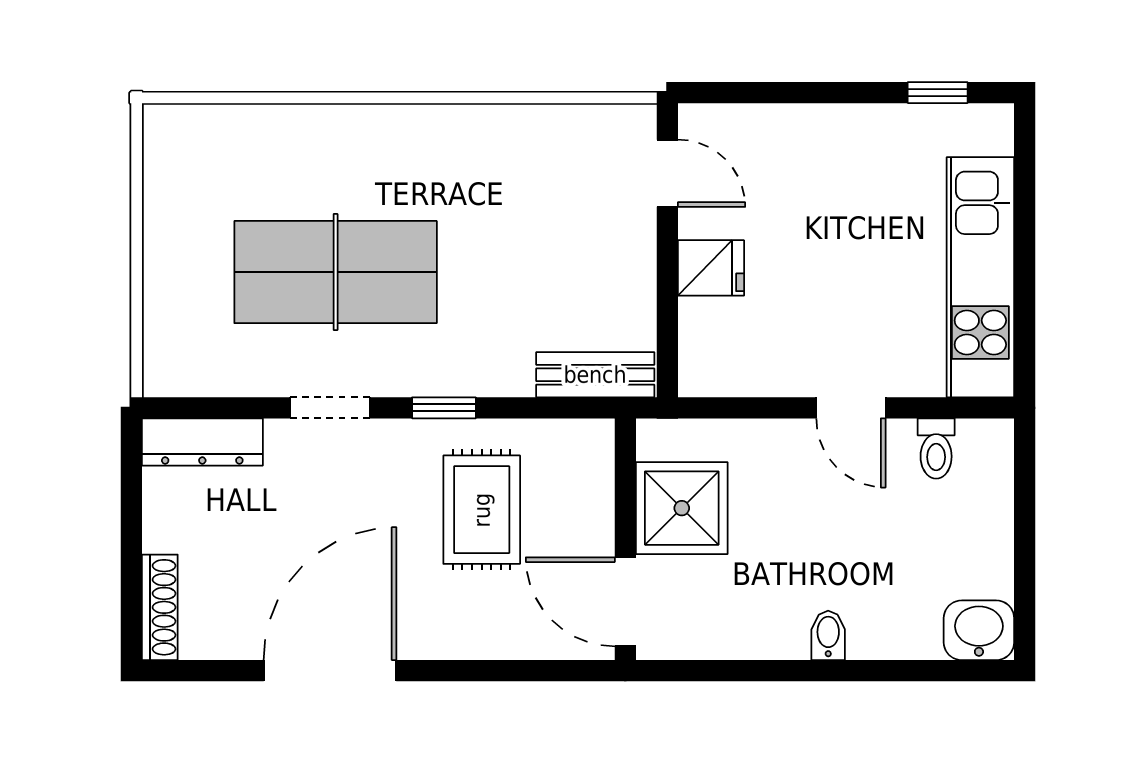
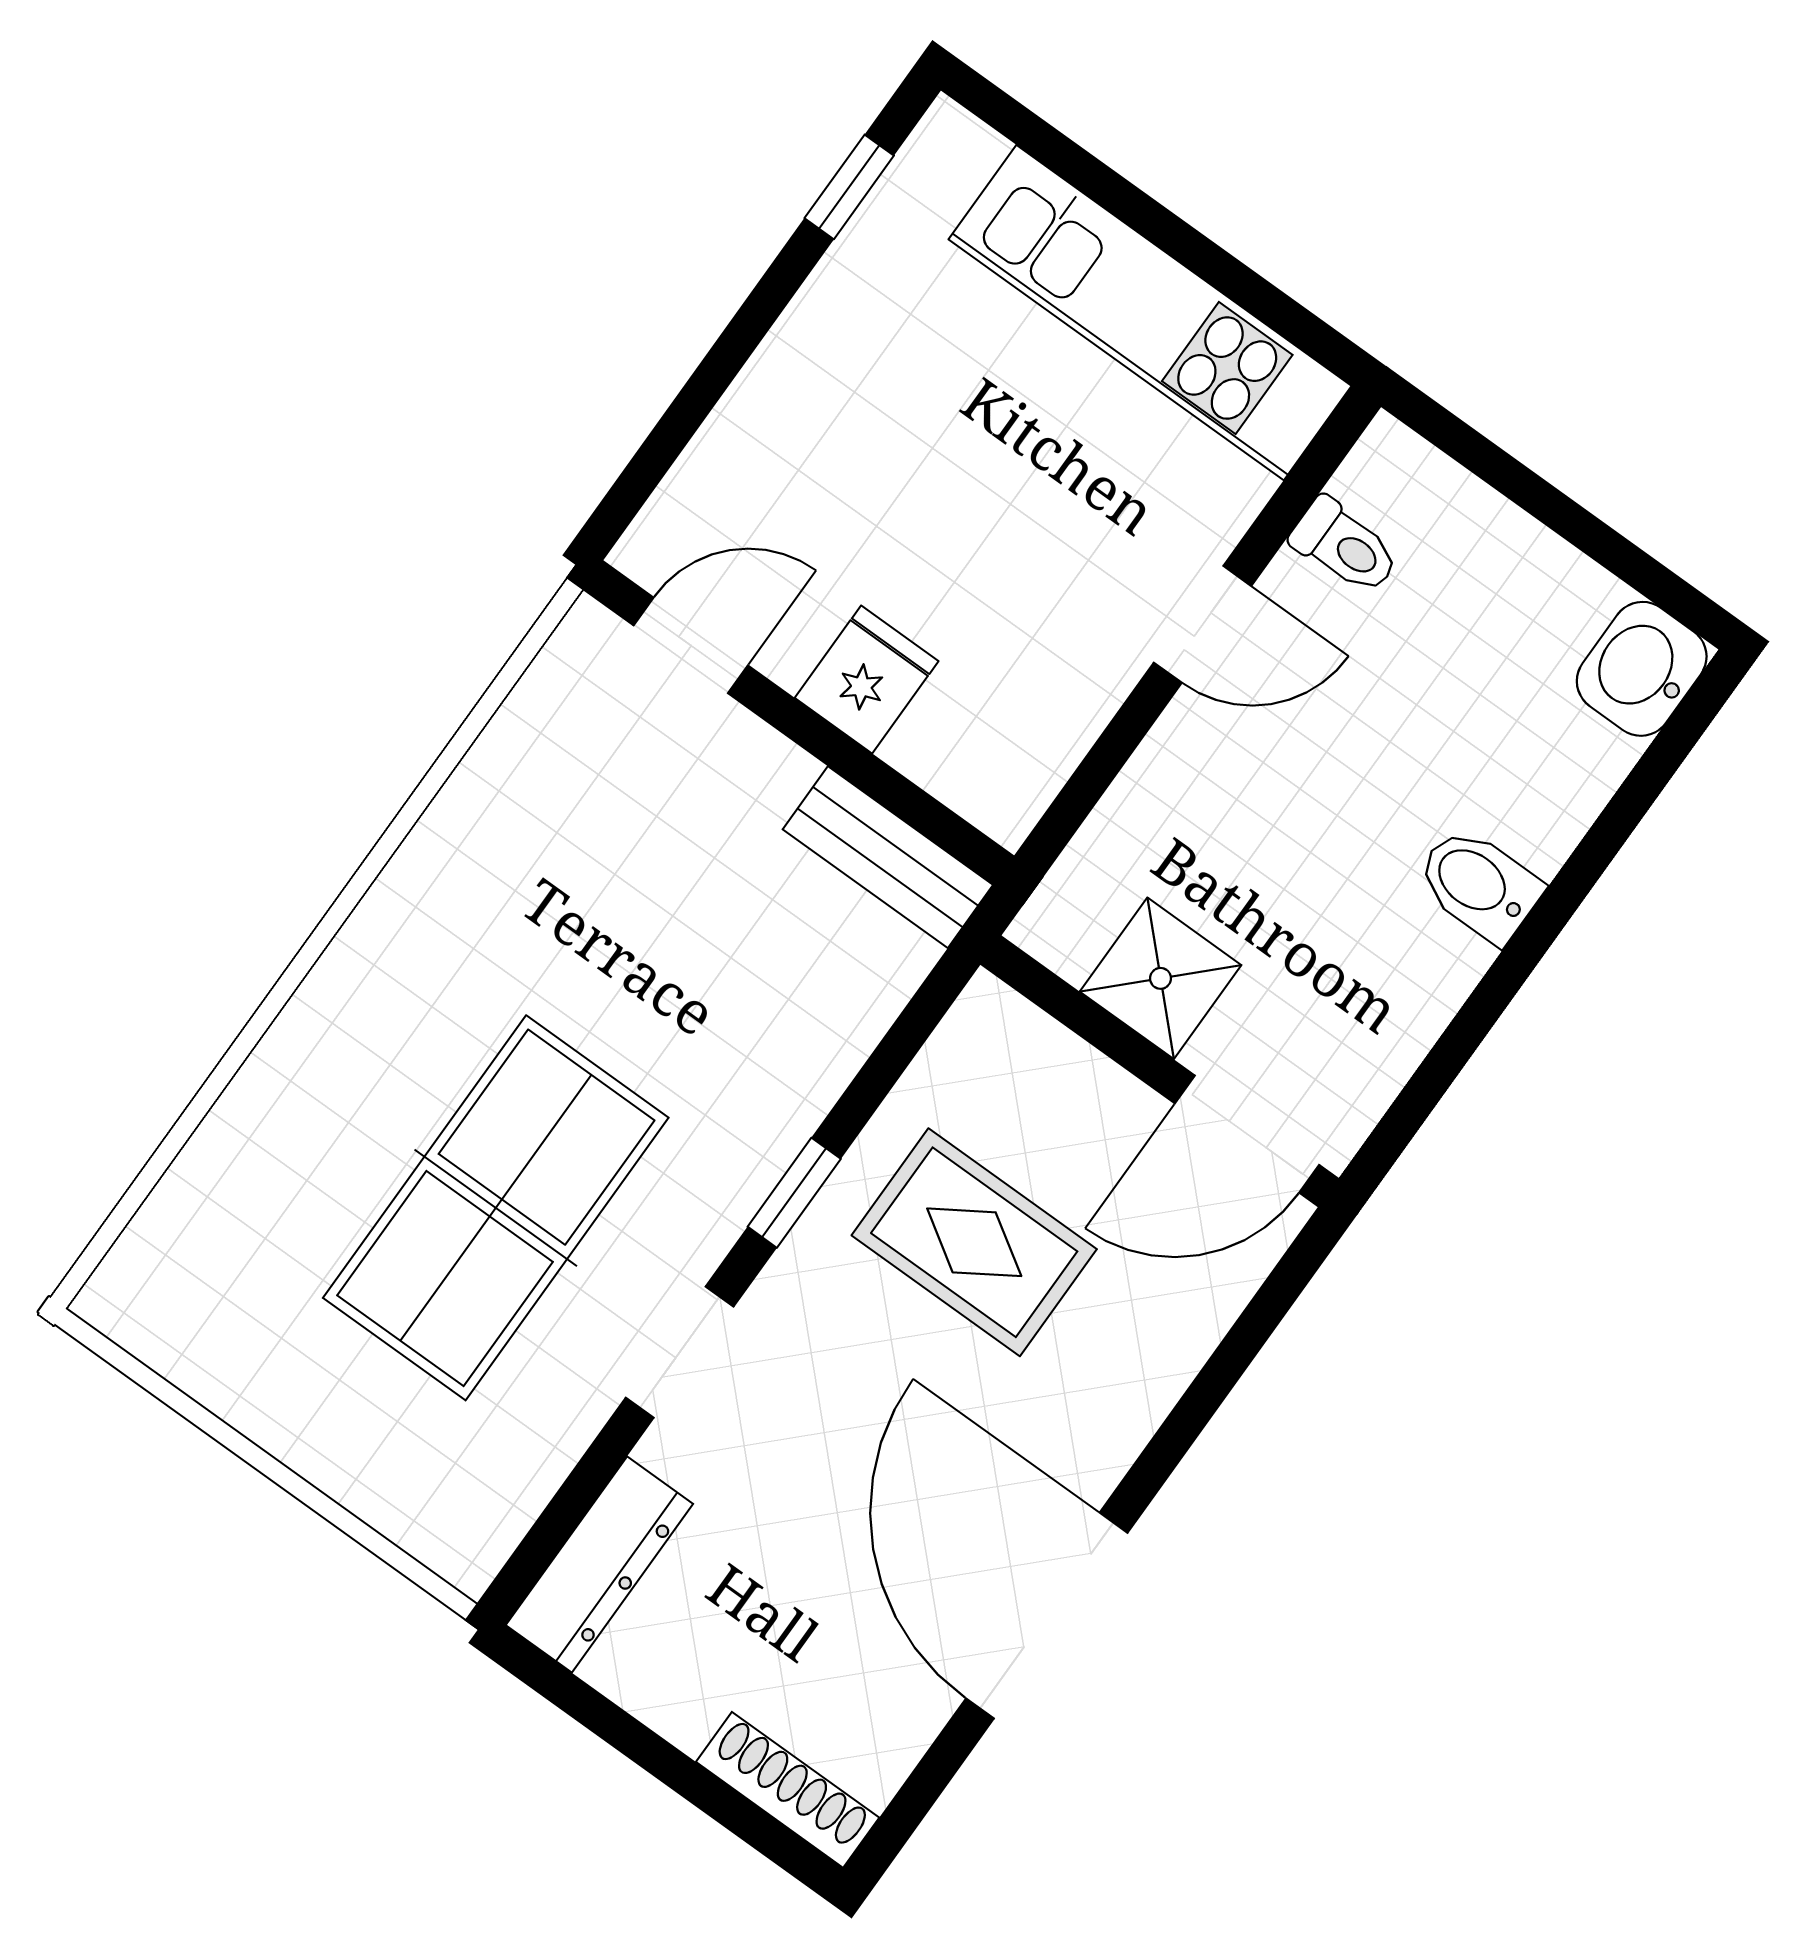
bench: (595, 375) -> (888, 857), moved, turned 90
shower: (682, 508) -> (1161, 978), width x0.73, depth x0.73
bidet: (828, 635) -> (1479, 885), width x1.38, depth x1.36

